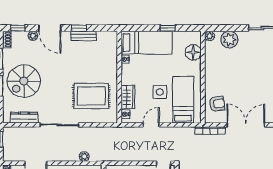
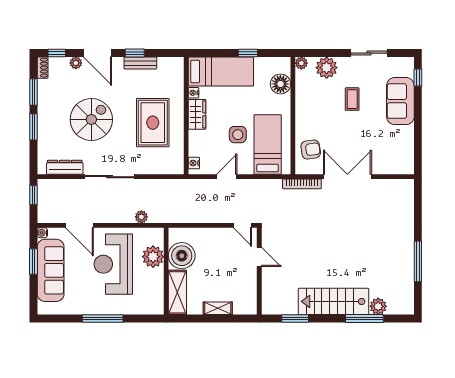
coffee table: (249, 64) -> (352, 99), added
spiral stairs: (24, 81) -> (91, 120), moved, turned 180
rug: (91, 96) -> (153, 123), moved, turned 90
wardrobe: (128, 97) -> (197, 114), moved

